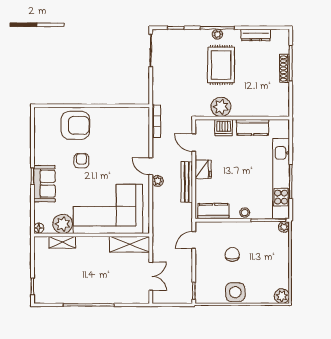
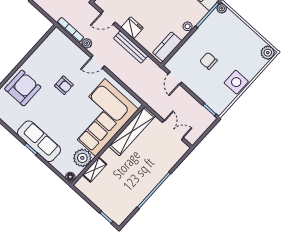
armchair: (81, 161) -> (64, 85), moved, turned 180
plant: (158, 181) -> (87, 43), moved
sofa: (44, 184) -> (39, 141), width x1.36
shelving: (130, 244) -> (132, 131), width x1.47

